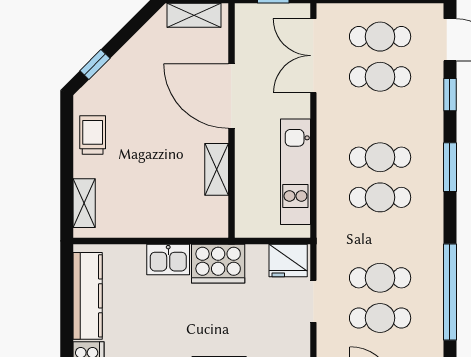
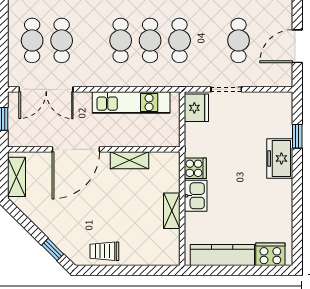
shelving: (84, 203) -> (172, 211), moved, turned 90
cooker: (218, 264) -> (195, 168), width x0.53, depth x0.76
cafe table: (380, 278) -> (180, 40), moved

